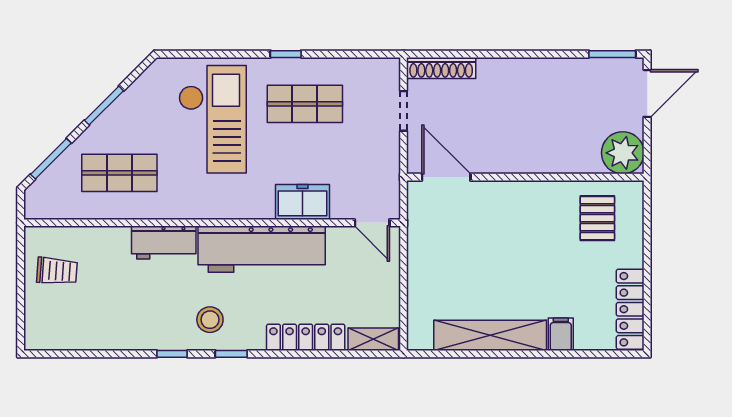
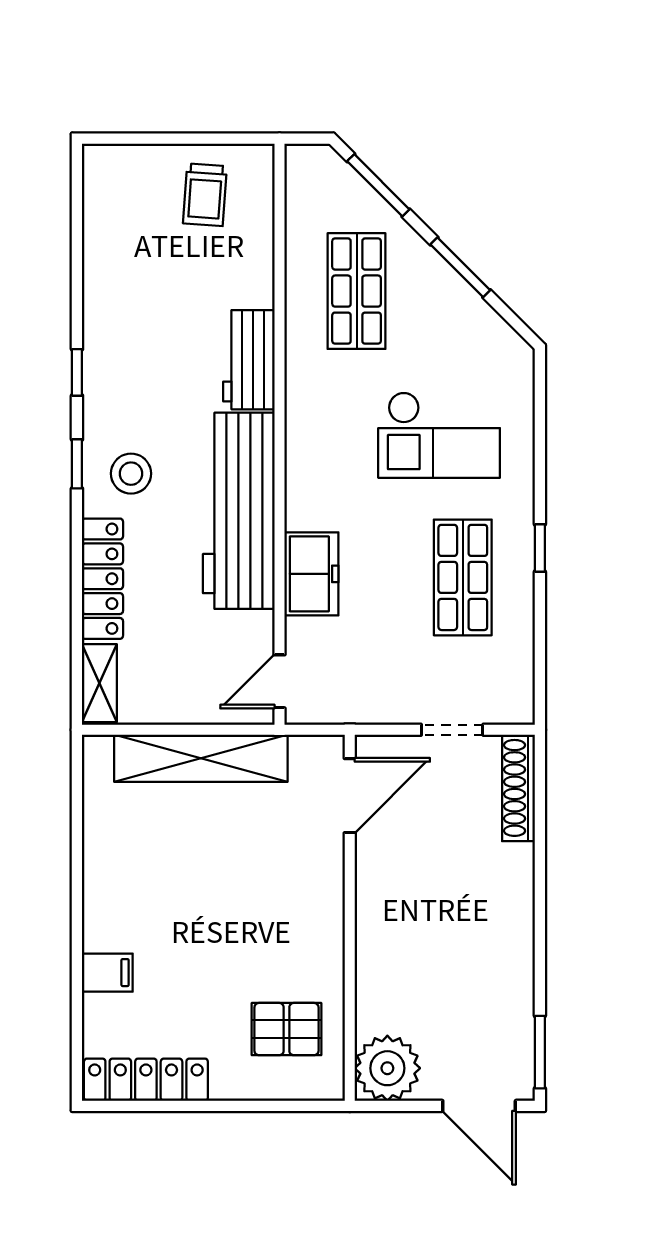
checkout: (213, 119) -> (439, 435), width x0.73, depth x0.83
stool: (210, 320) -> (131, 474), moved
shelving: (490, 335) -> (201, 758), moved, turned 90

